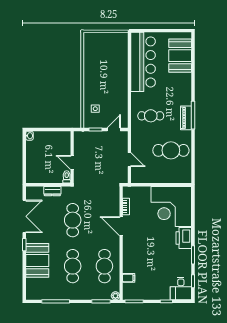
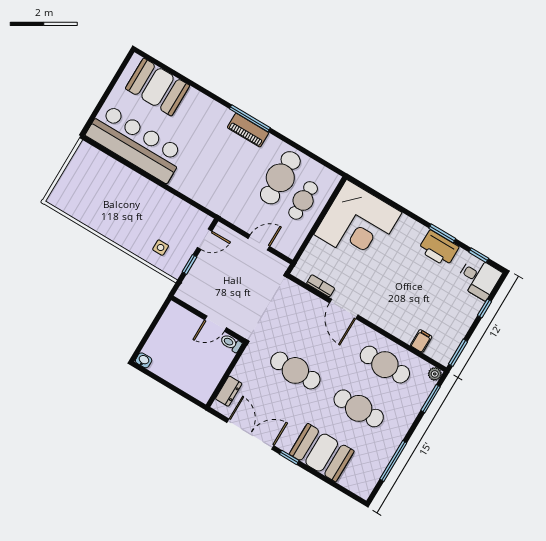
cafe table: (151, 116) -> (303, 200), moved
door: (114, 130) -> (205, 239), swing flipped
dresser: (52, 191) -> (229, 391), moved
door: (121, 226) -> (344, 309), hinge flipped
printer: (184, 238) -> (439, 248), moved

